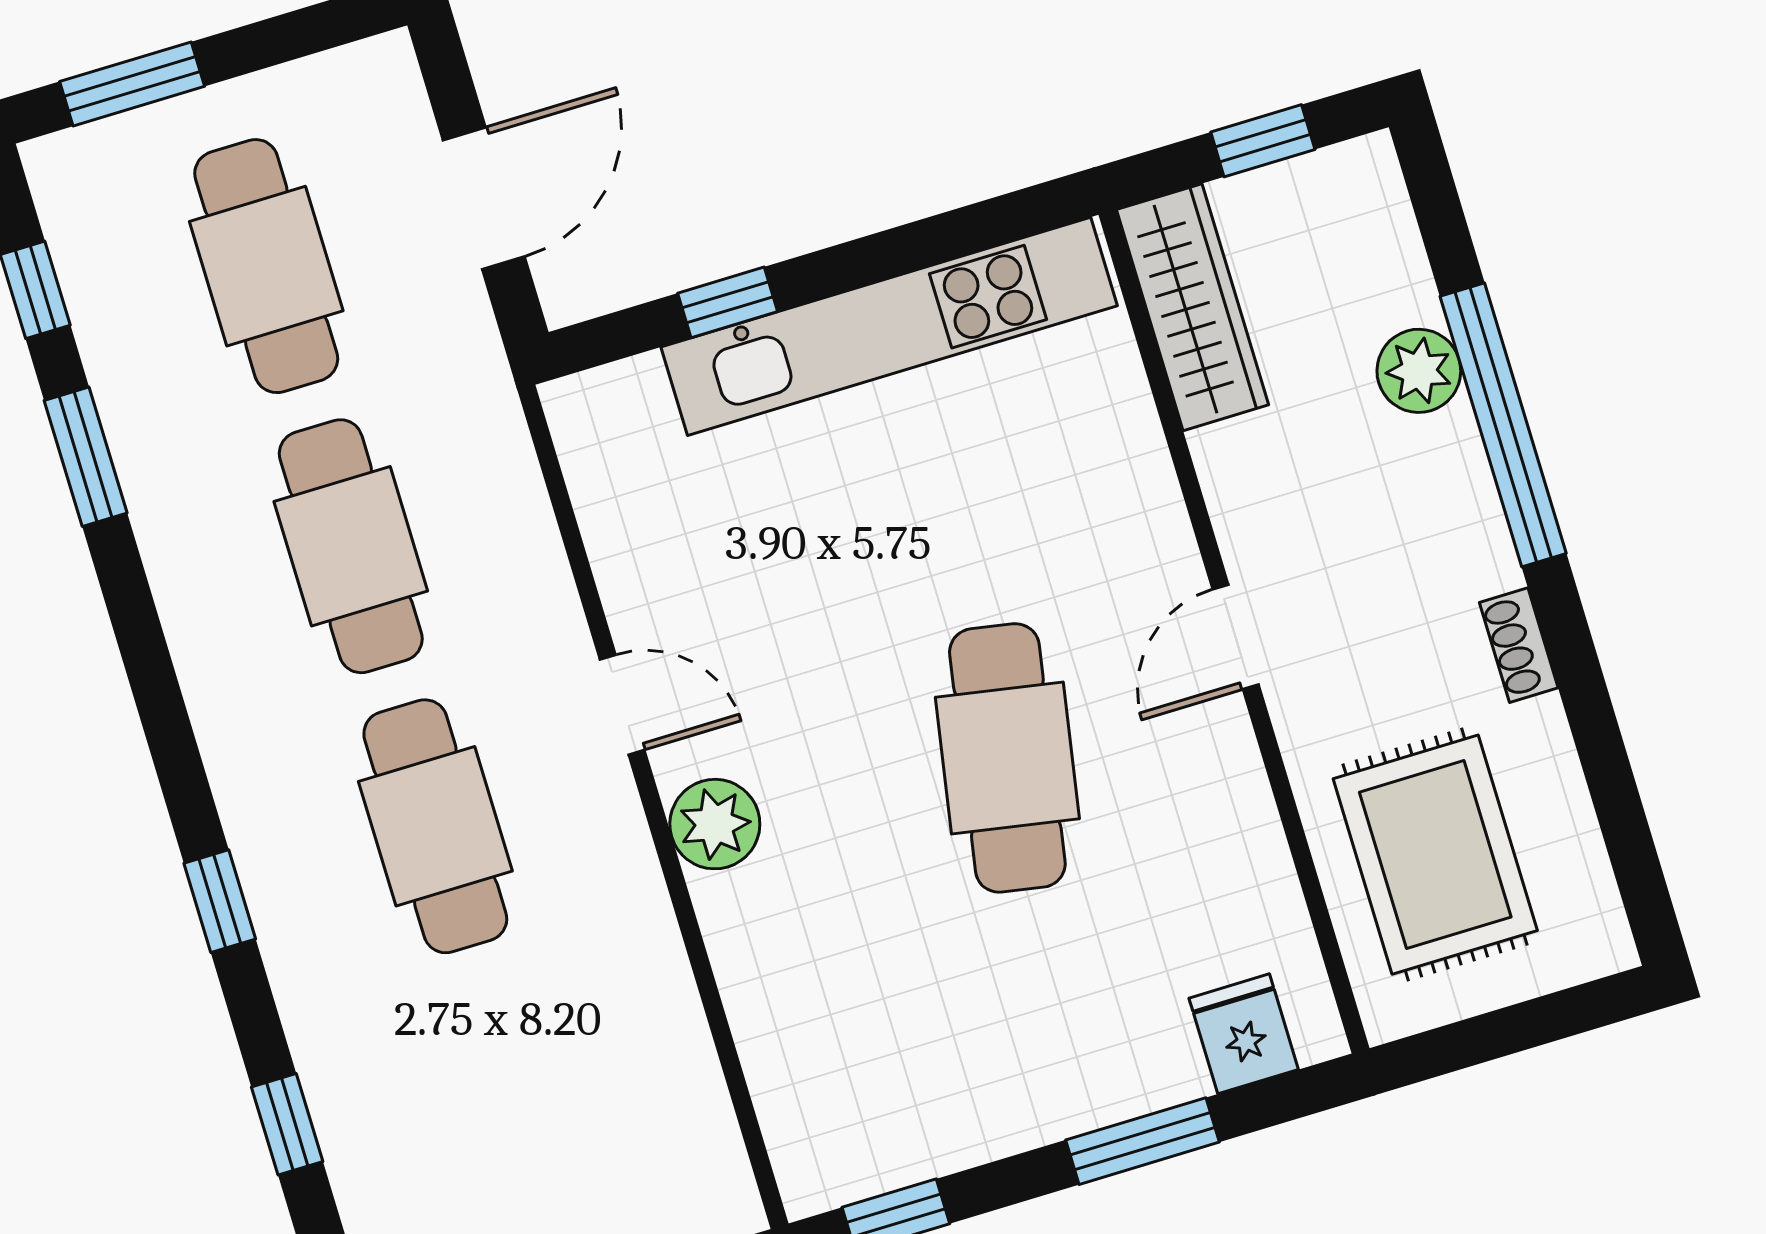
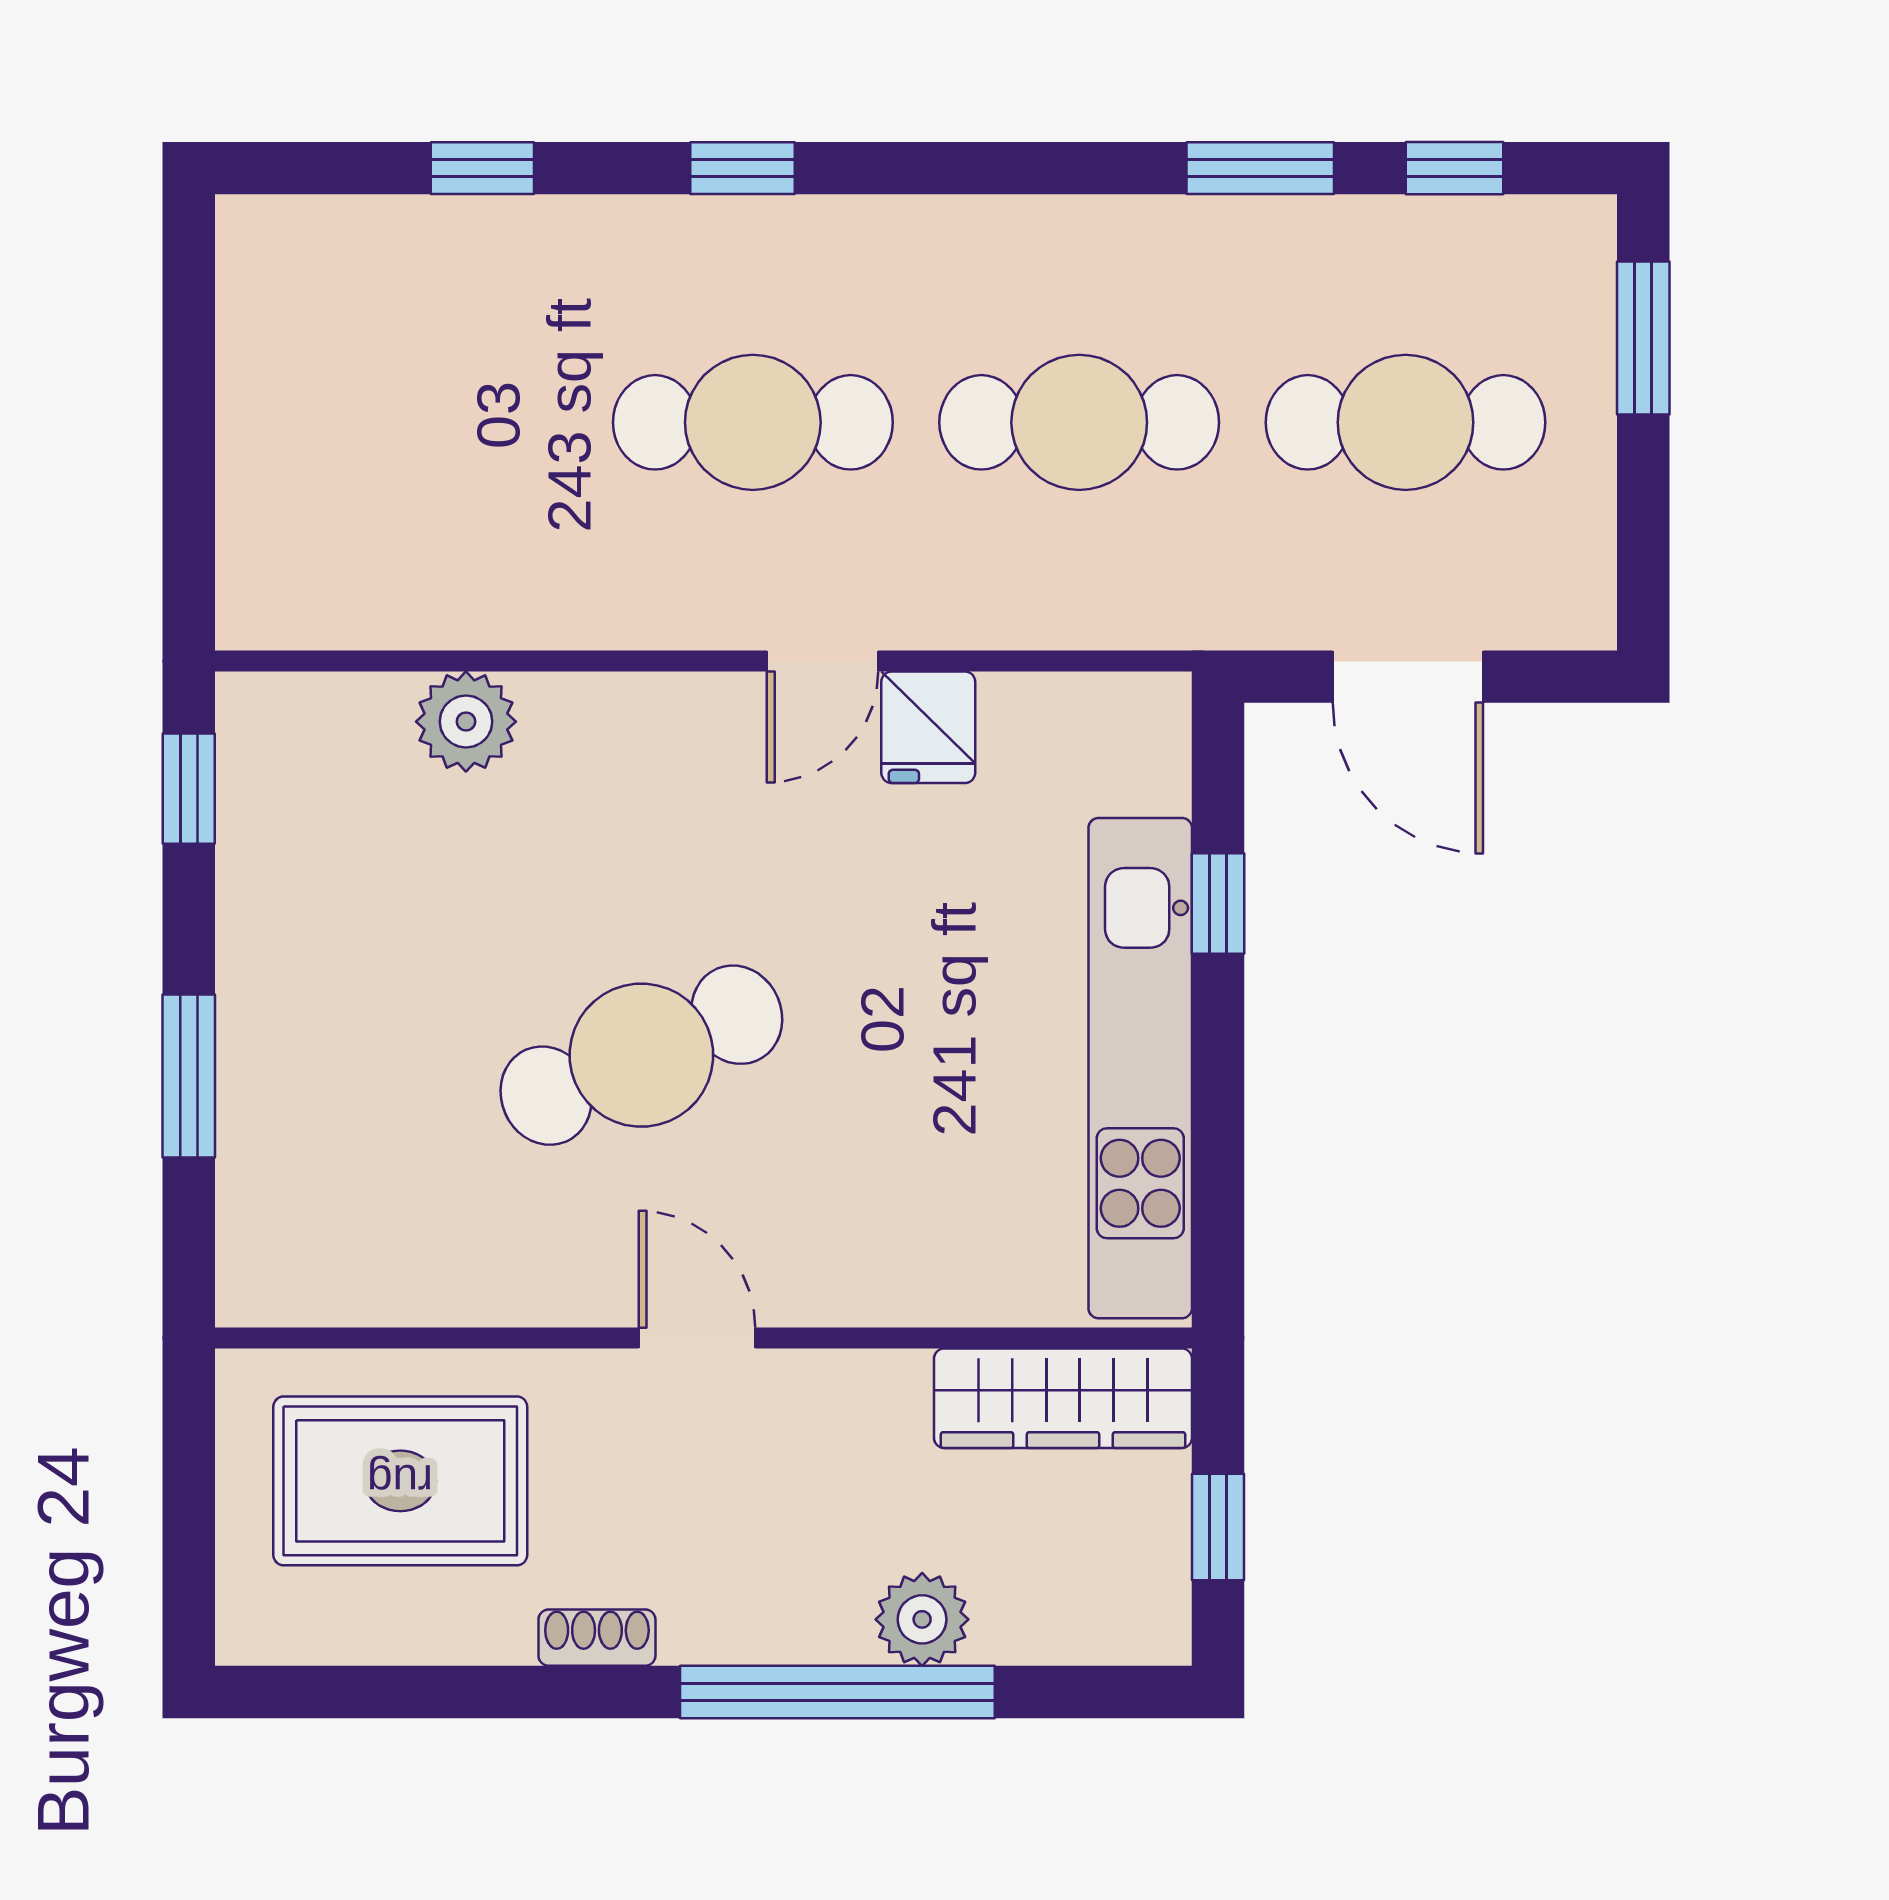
cafe table: (1007, 758) -> (641, 1055), turned -33
plant: (715, 824) -> (466, 722), moved
fridge: (1244, 1034) -> (928, 727), moved, turned 90

